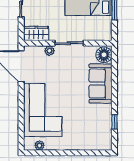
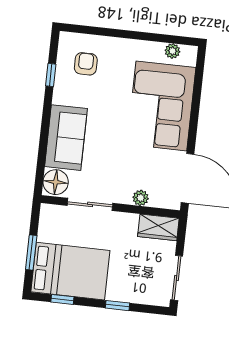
sliding door: (69, 43) -> (90, 204), moved
armchair: (93, 131) -> (86, 64), added

